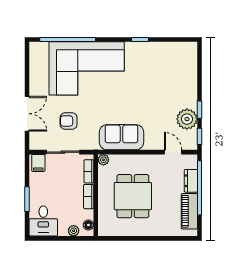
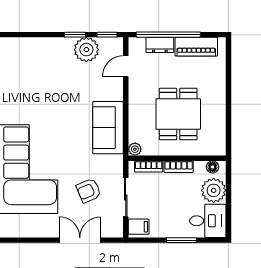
armchair: (69, 121) -> (89, 191), turned 67
dining table: (133, 196) -> (178, 114), turned 90
plant: (74, 231) -> (214, 190), width x1.88, depth x1.88

